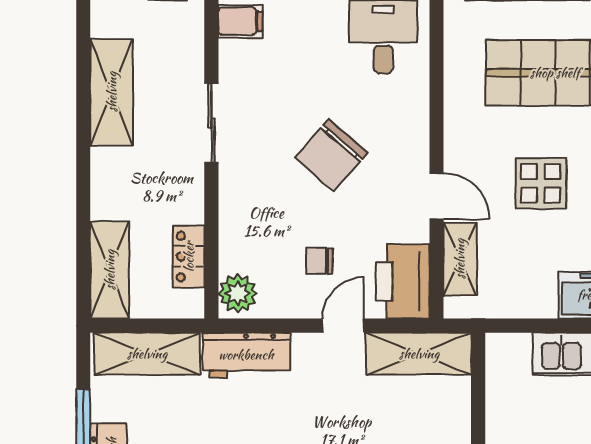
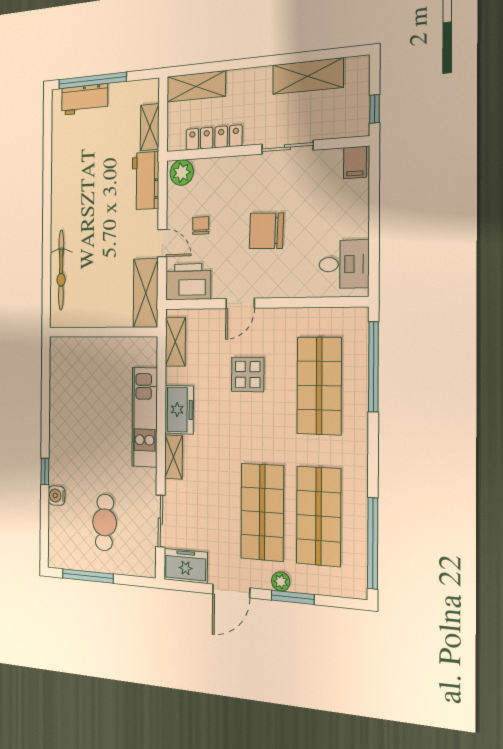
chair: (331, 155) -> (266, 231), turned -39
locker: (189, 257) -> (214, 138), width x1.53
shelving: (460, 259) -> (175, 342), moved, turned 90
shelving: (147, 354) -> (150, 127), width x0.67, depth x0.75

